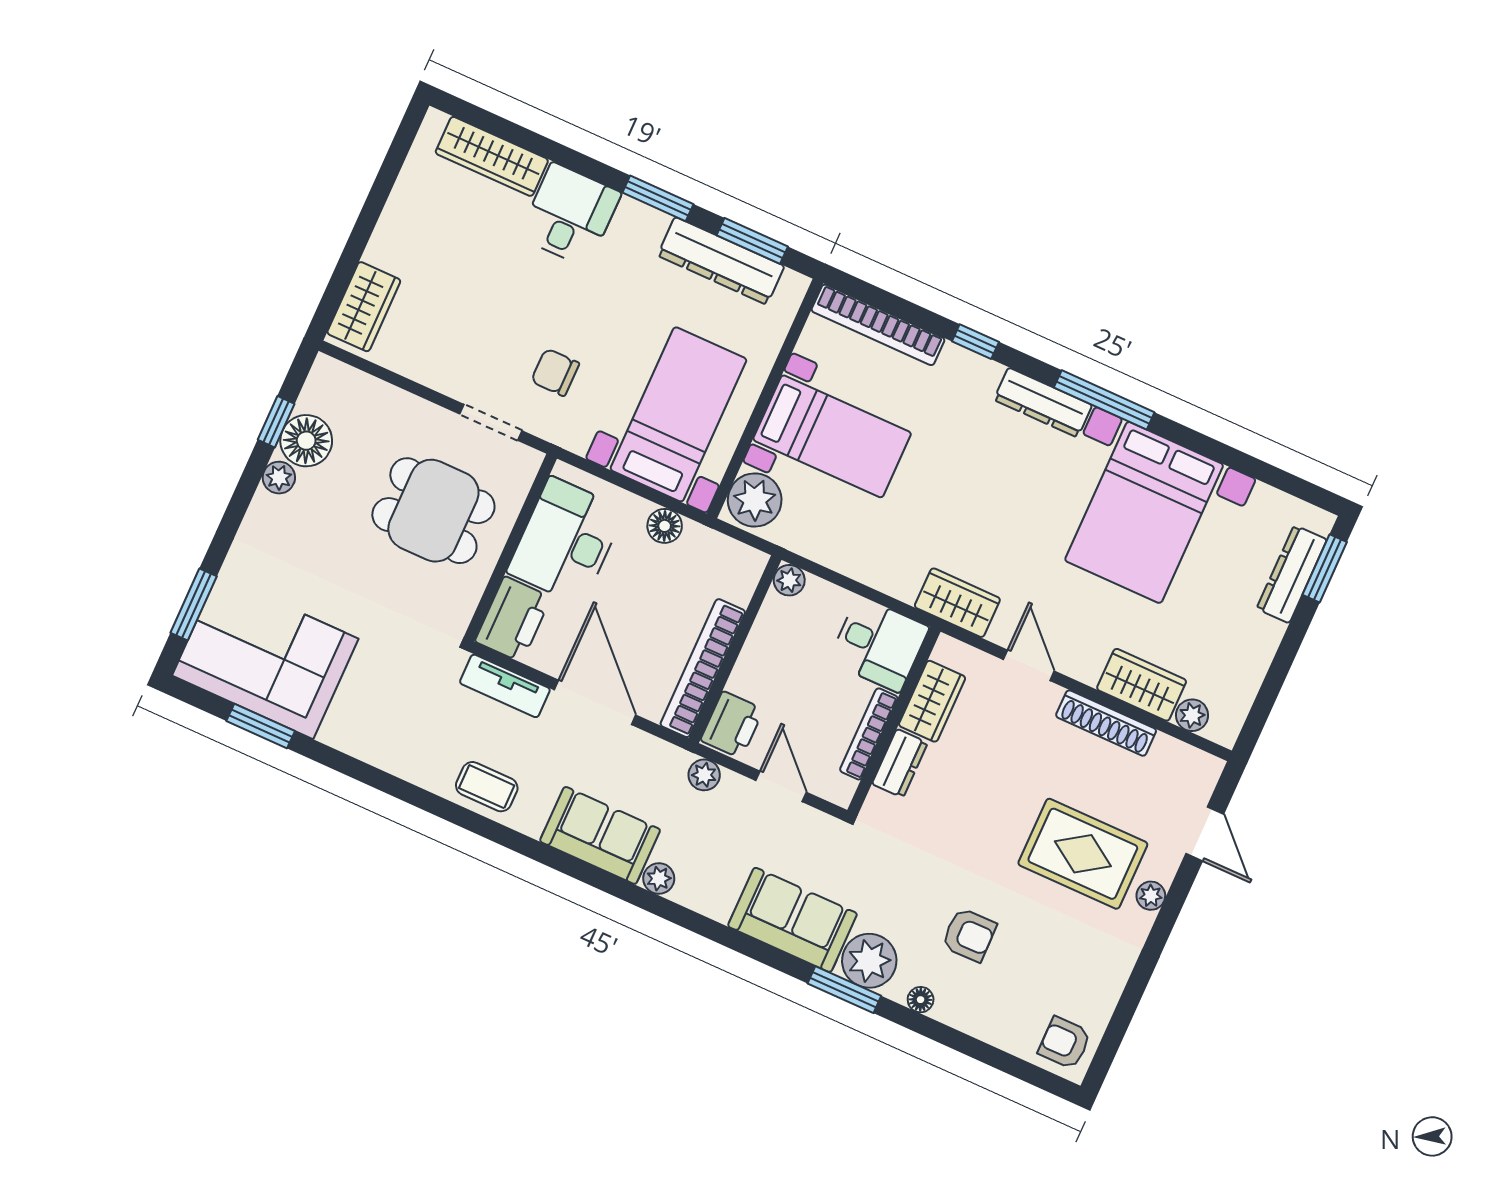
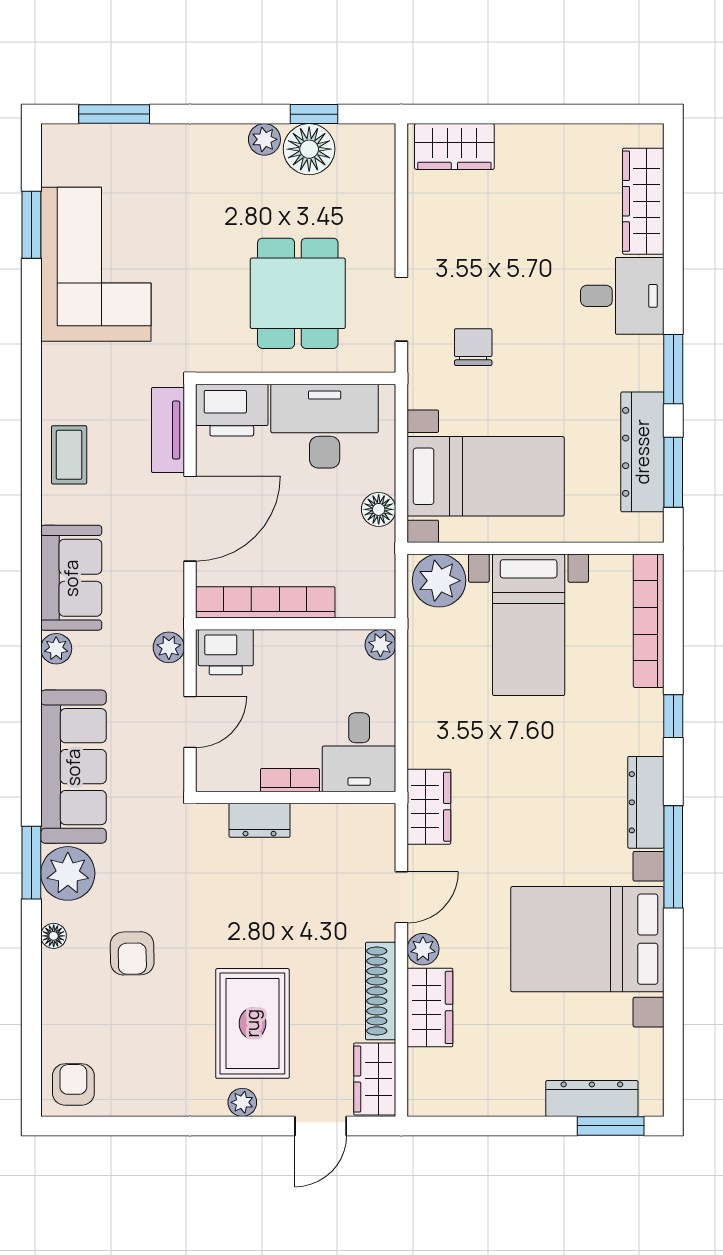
corner sofa: (265, 657) -> (96, 264), moved
wardrobe: (932, 701) -> (375, 1079), moved, turned 90
plant: (1192, 715) -> (423, 949), moved
bookcase: (869, 734) -> (290, 780), width x0.64
sofa: (792, 920) -> (73, 767), width x1.36

